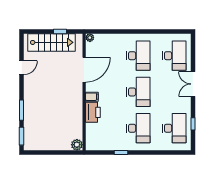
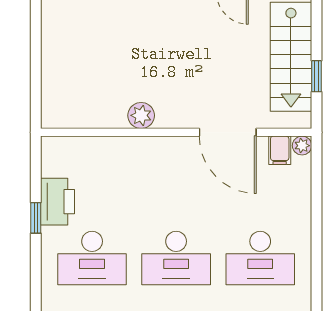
filing cabinet: (92, 97) -> (280, 150), moved
printer: (93, 112) -> (57, 202), moved, turned -90
plant: (77, 145) -> (141, 115), moved

